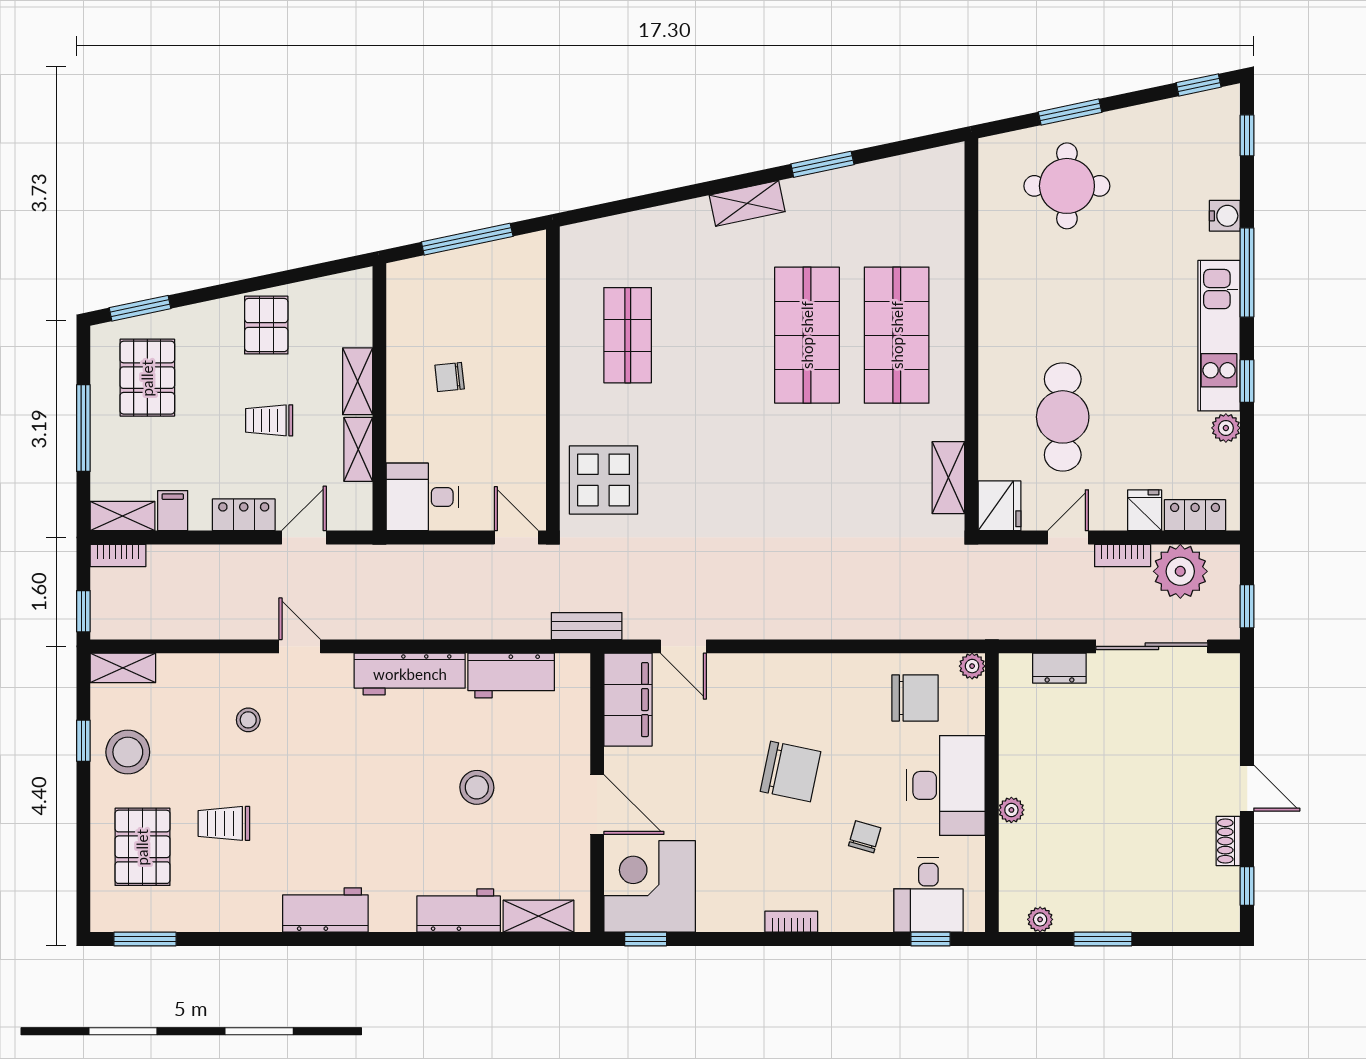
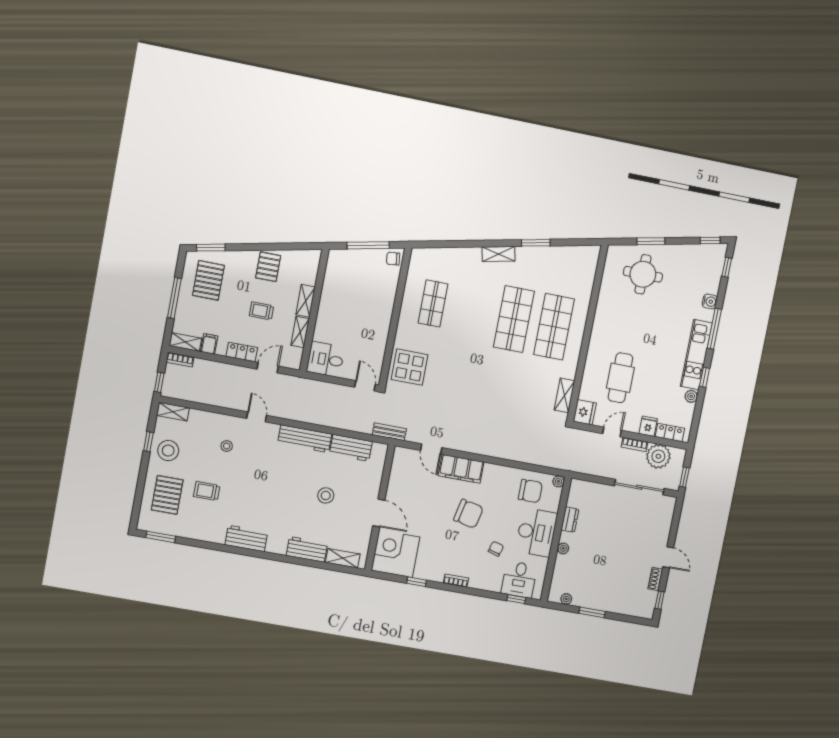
chair: (450, 377) -> (393, 259), moved
dresser: (1059, 668) -> (570, 520), moved, turned -90
filing cabinet: (628, 700) -> (461, 469), moved, turned 90
window: (646, 939) -> (417, 582), moved

